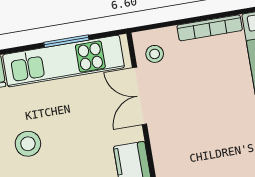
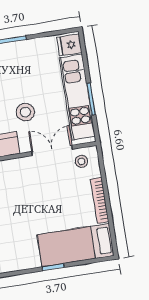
stool: (28, 144) -> (25, 112), moved

